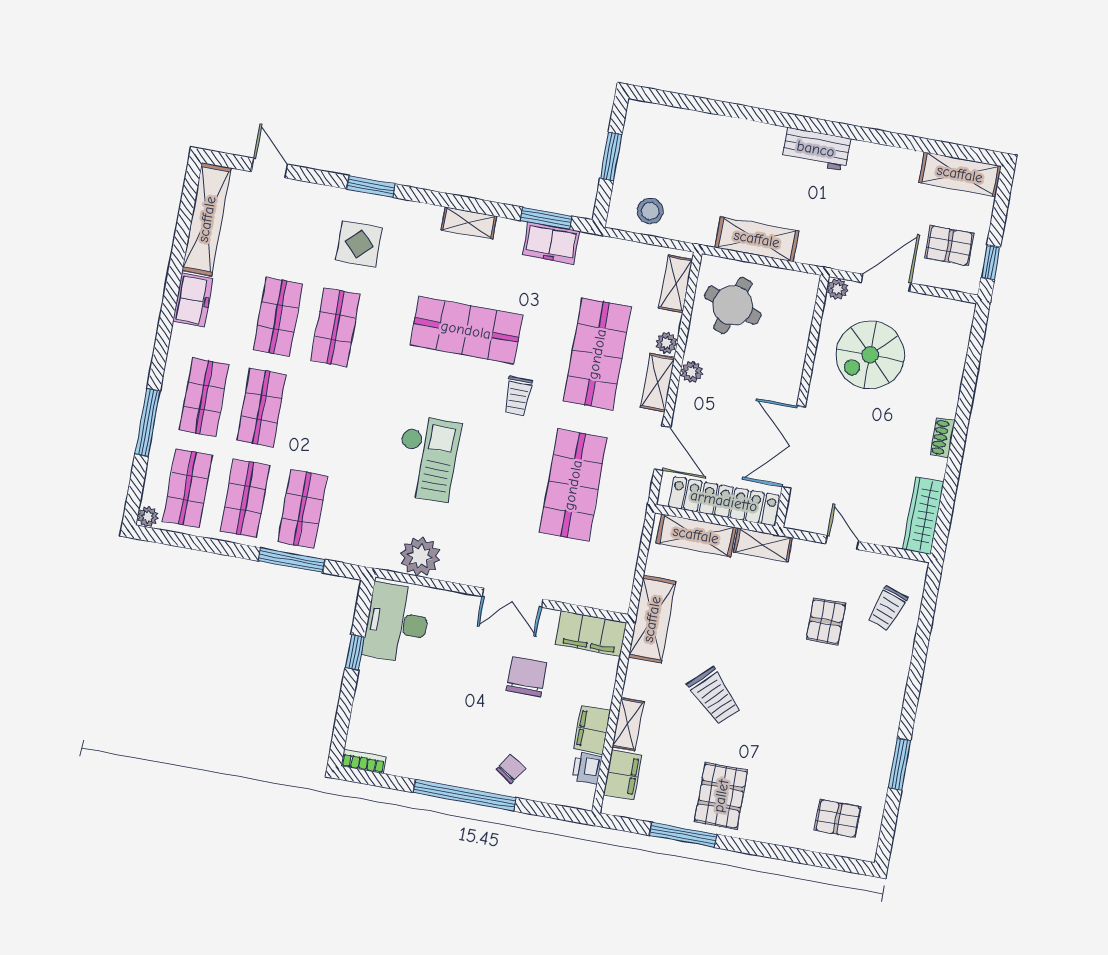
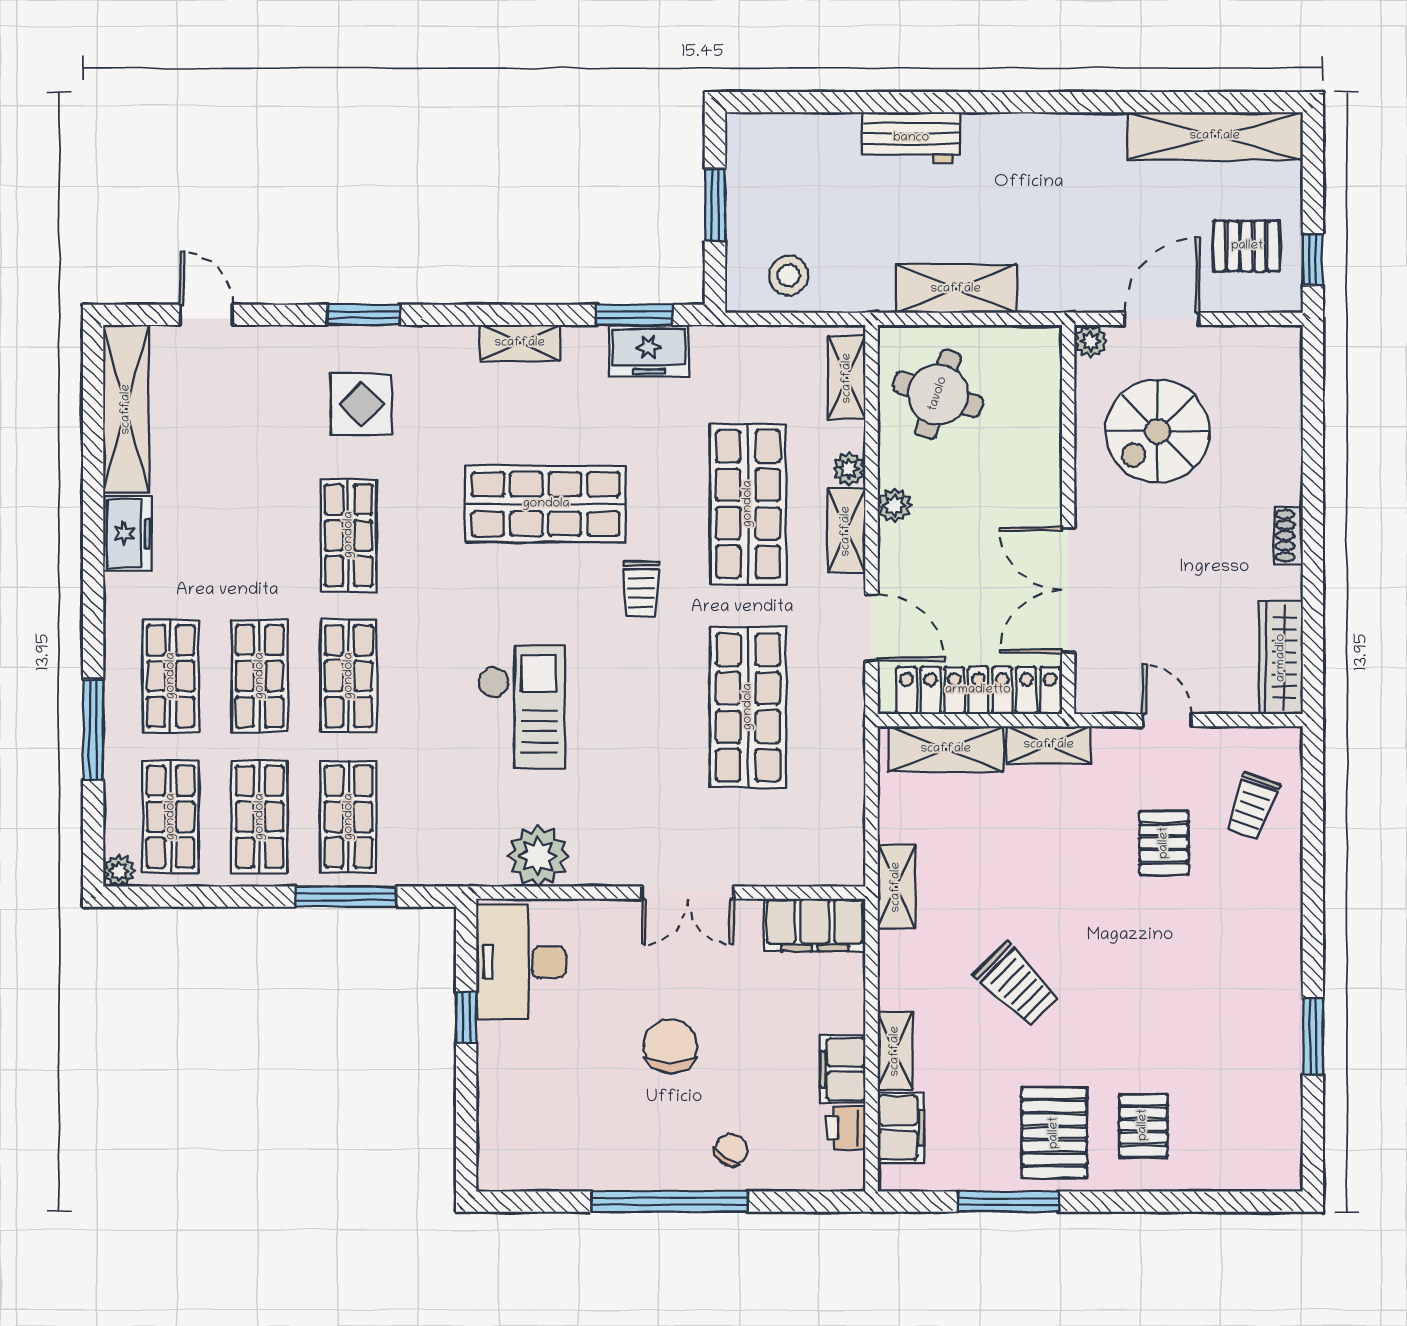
workbench: (816, 149) -> (911, 138), moved
shelving: (960, 174) -> (1215, 136), width x1.47
shop shelf: (278, 317) -> (349, 676), moved
shelving: (652, 619) -> (896, 887), width x0.67, depth x0.75
chair: (527, 677) -> (671, 1046), moved
bookcase: (364, 761) -> (509, 1178), removed
pallet: (838, 819) -> (1143, 1125), moved, turned 90

